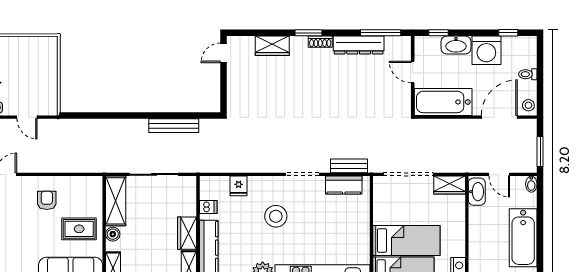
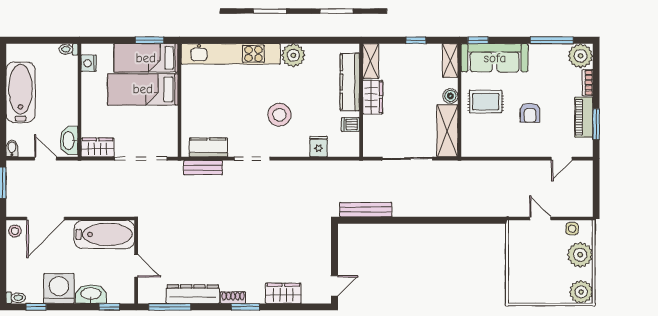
toilet: (528, 74) -> (16, 298), moved
bench: (174, 126) -> (366, 210), moved
armchair: (47, 200) -> (530, 113), moved

